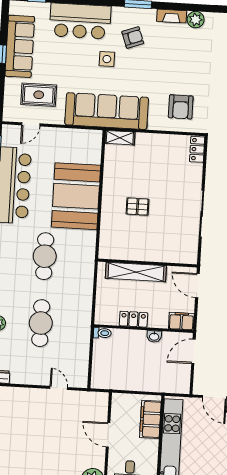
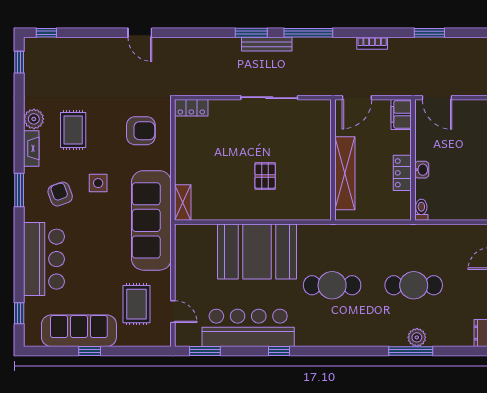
rug: (185, 51) -> (73, 130), added
side table: (107, 59) -> (98, 183), moved
washbasin: (154, 336) -> (422, 170), moved

